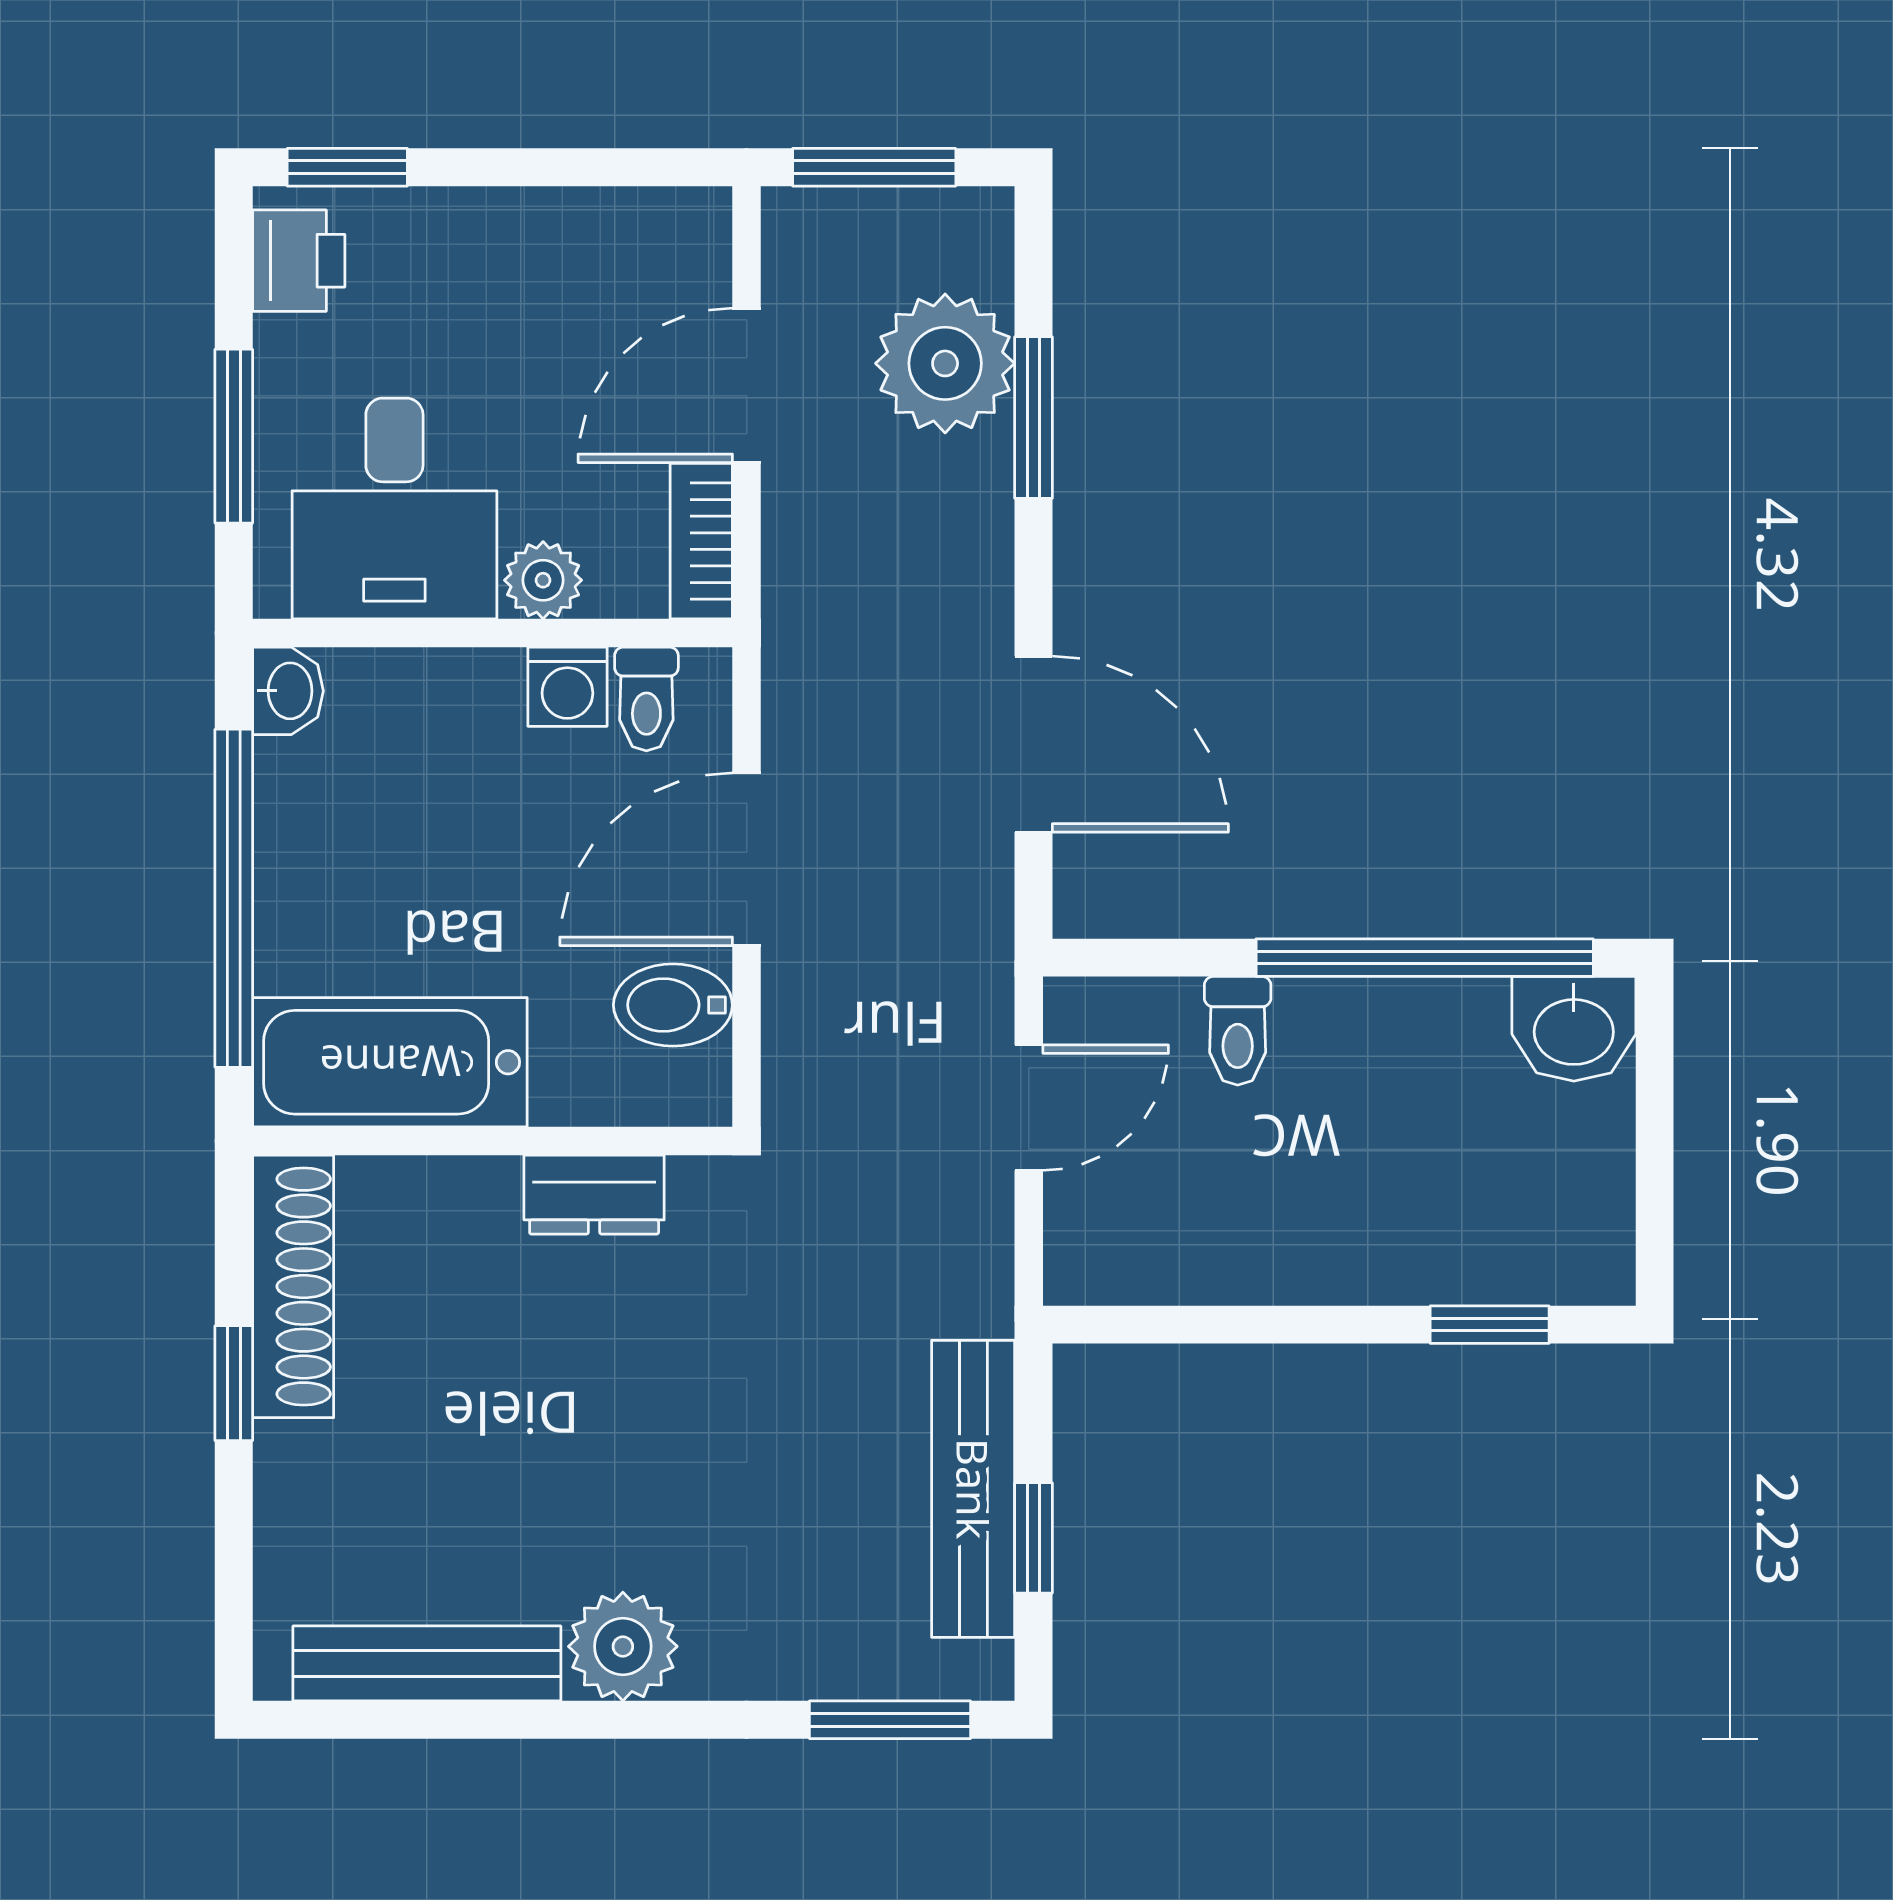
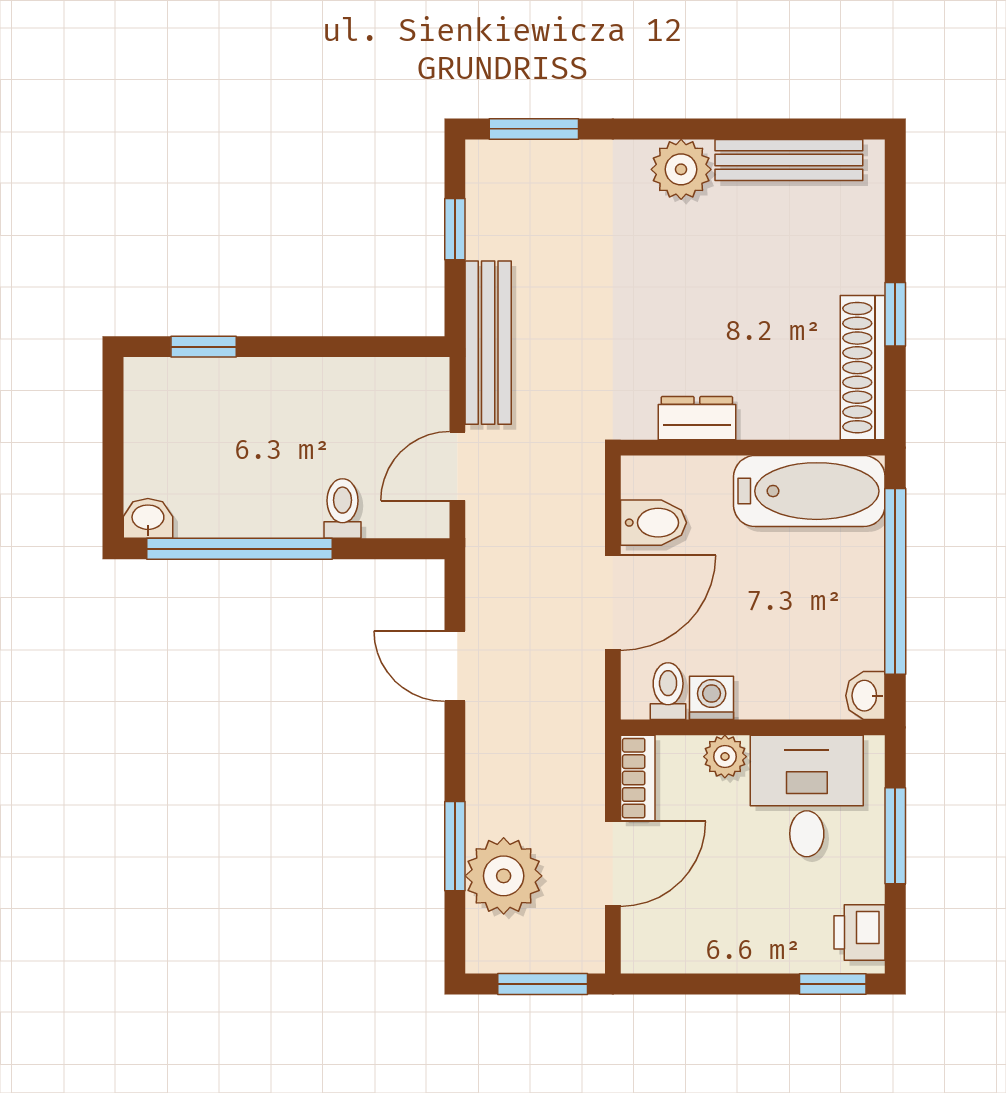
door: (1034, 744) -> (455, 666), width x0.73
washbasin: (1574, 1029) -> (148, 518), width x0.72, depth x0.69
bench: (973, 1489) -> (488, 343), moved

